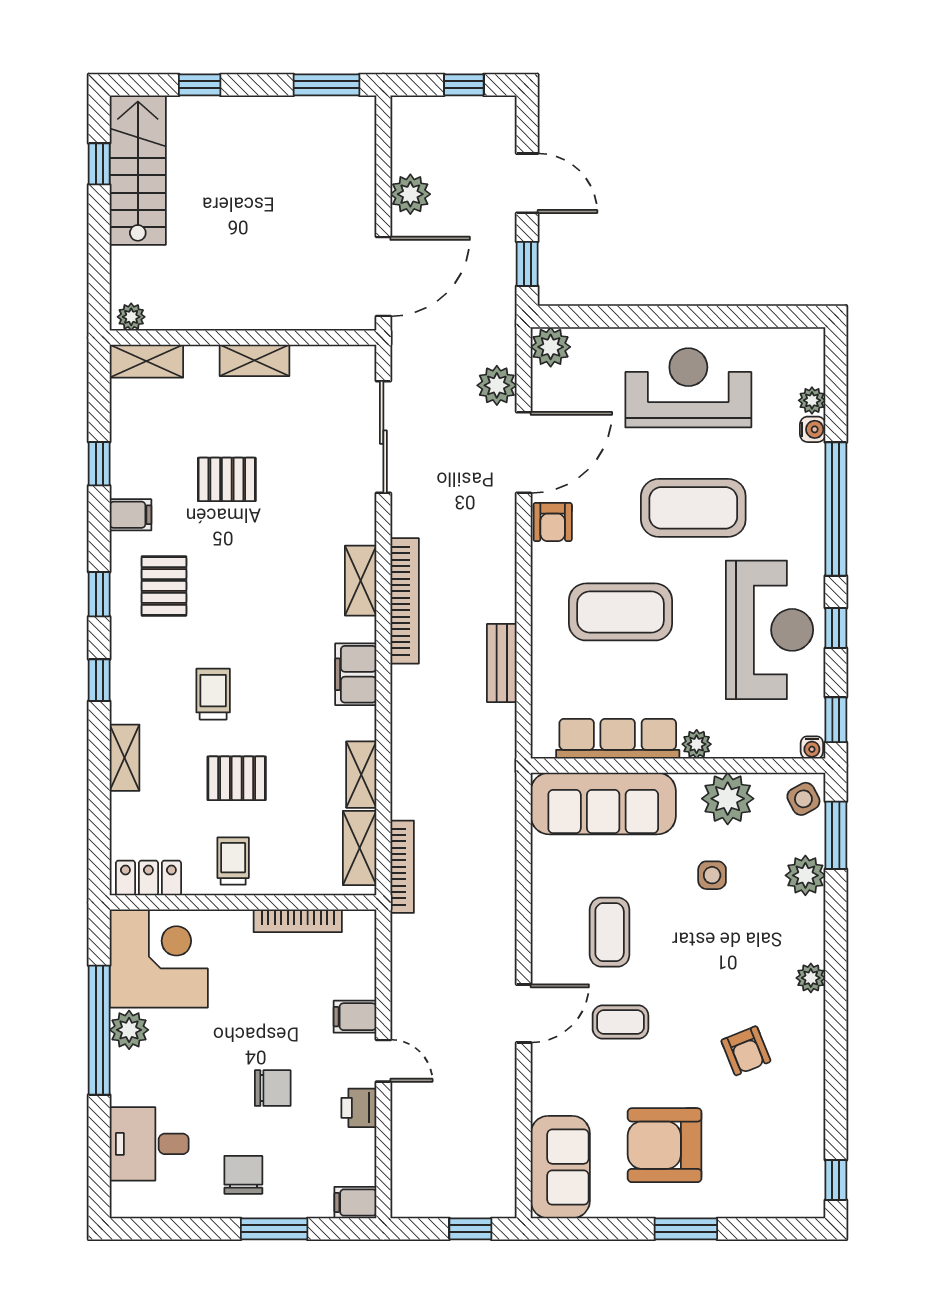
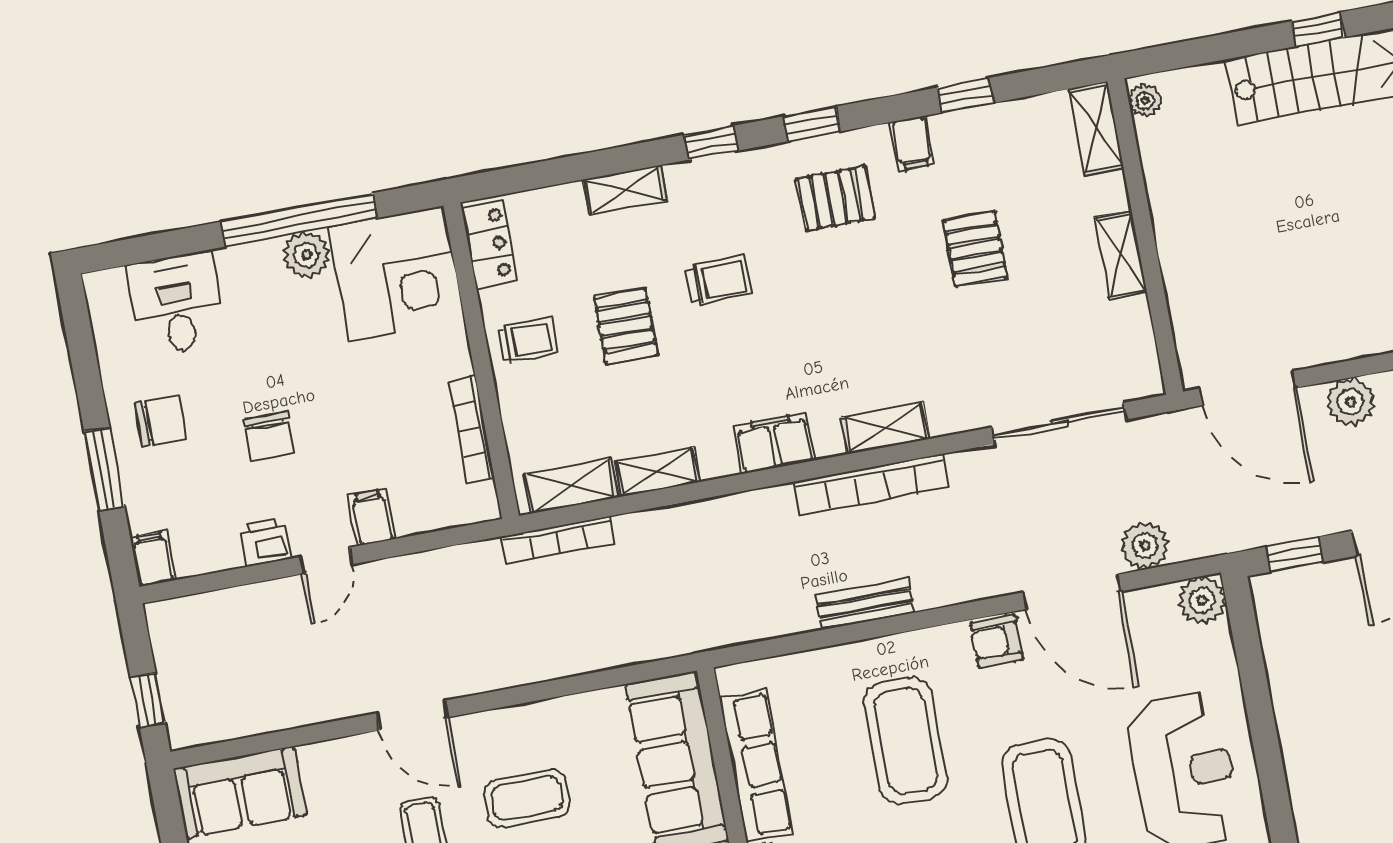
bench: (502, 663) -> (865, 604), moved

